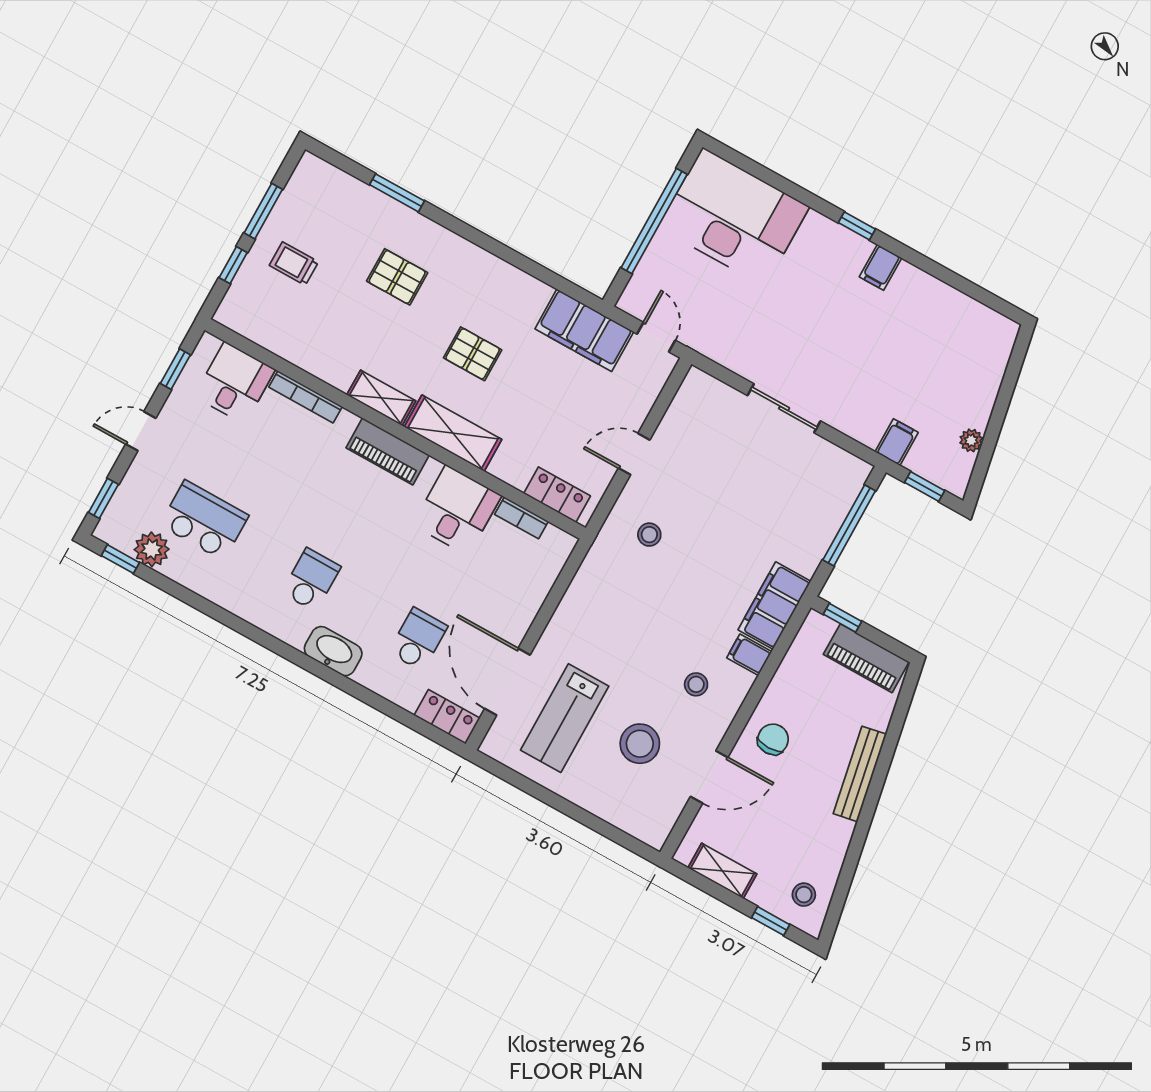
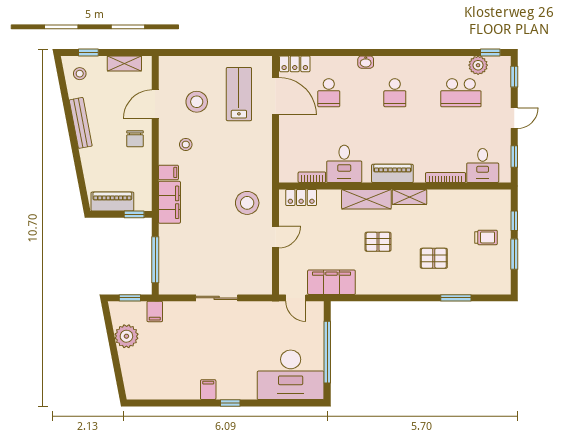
plant: (971, 440) -> (126, 336), width x1.88, depth x1.88
stool: (649, 535) -> (247, 203), width x1.89, depth x1.89
washbasin: (333, 651) -> (366, 62), width x0.52, depth x0.69
bench: (860, 774) -> (81, 123), moved

